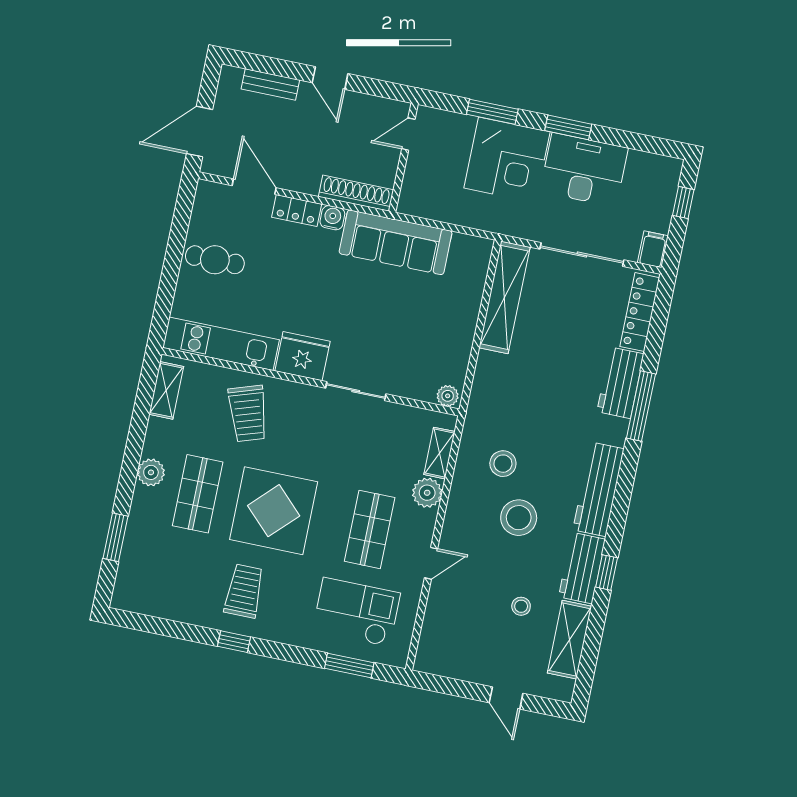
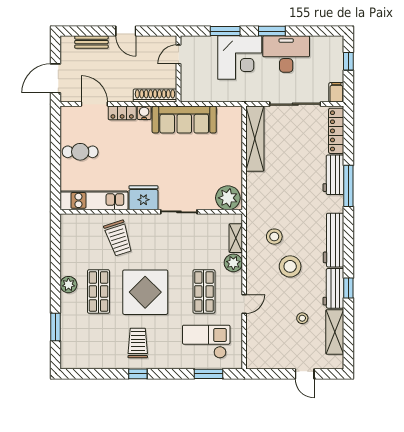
shelving: (166, 390) -> (68, 234), removed
plant: (448, 396) -> (228, 198), width x1.88, depth x1.88

